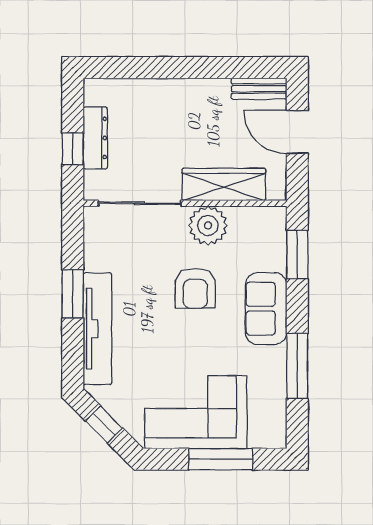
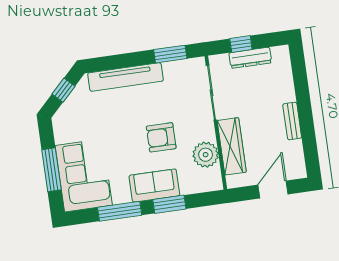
bench: (259, 89) -> (292, 121), moved
plant: (208, 225) -> (206, 155), moved
window: (297, 255) -> (169, 204), moved
window: (73, 294) -> (170, 54), moved
corner sofa: (196, 412) -> (84, 175), moved

